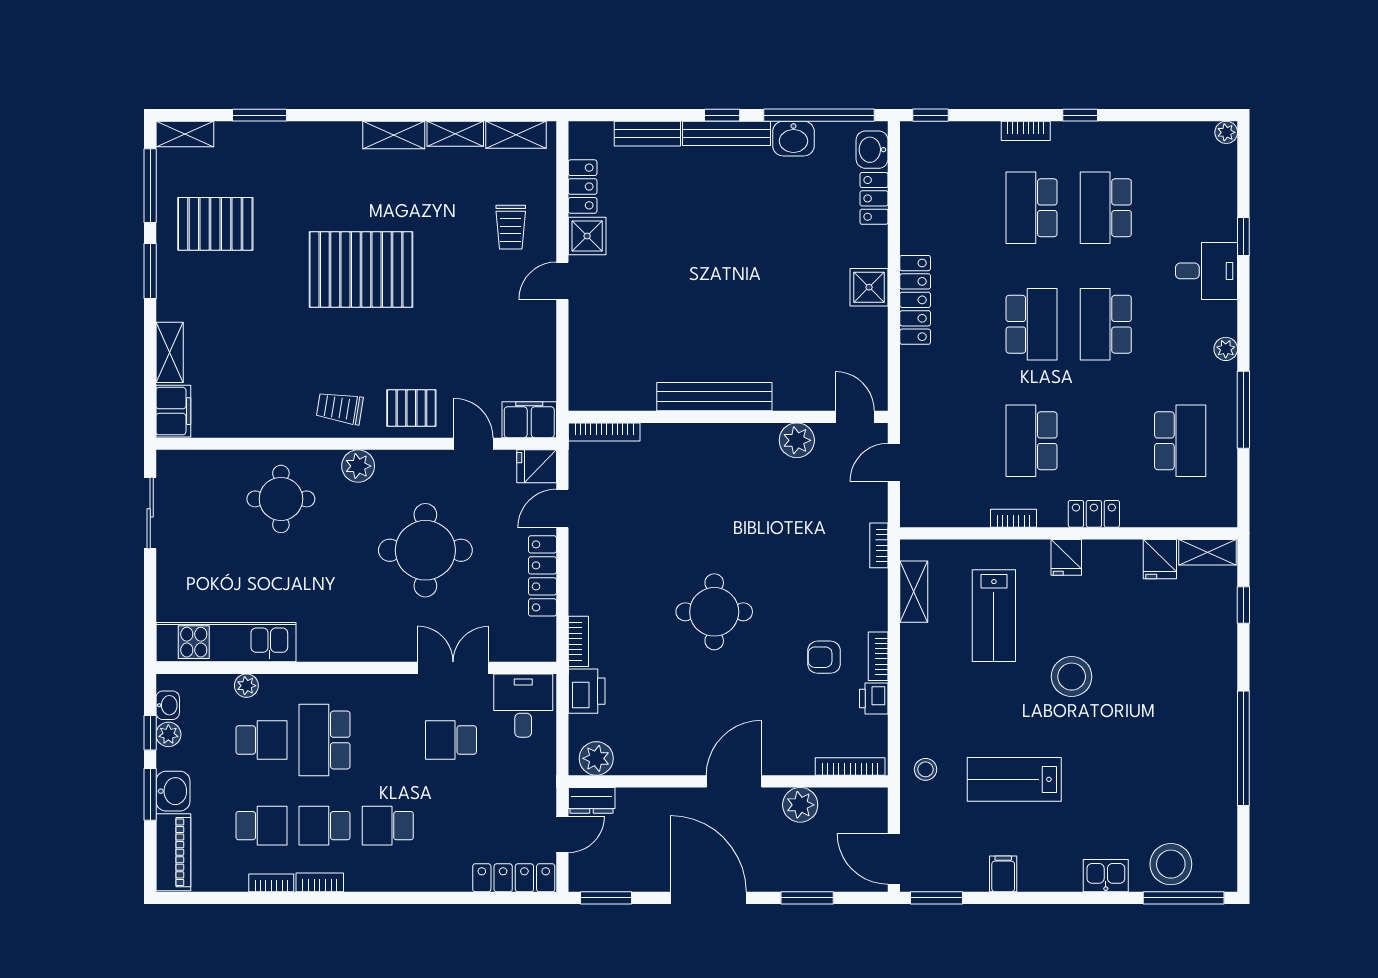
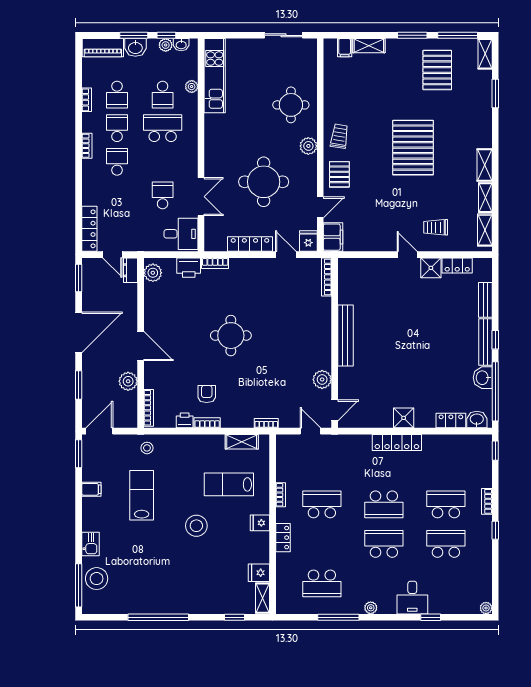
filing cabinet: (173, 411) -> (345, 48), width x0.50
bookcase: (320, 882) -> (87, 146), moved

